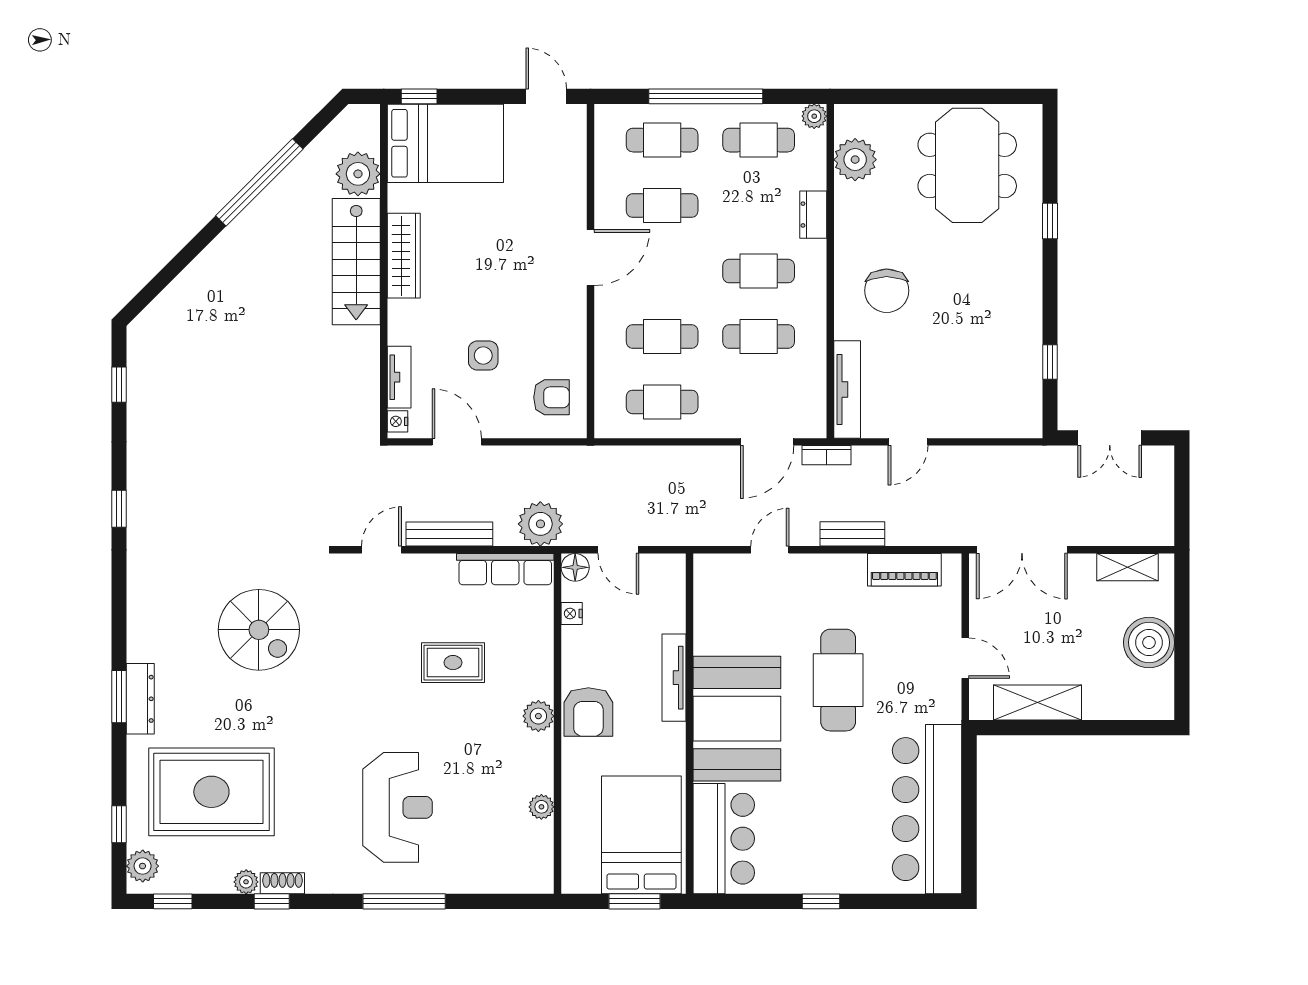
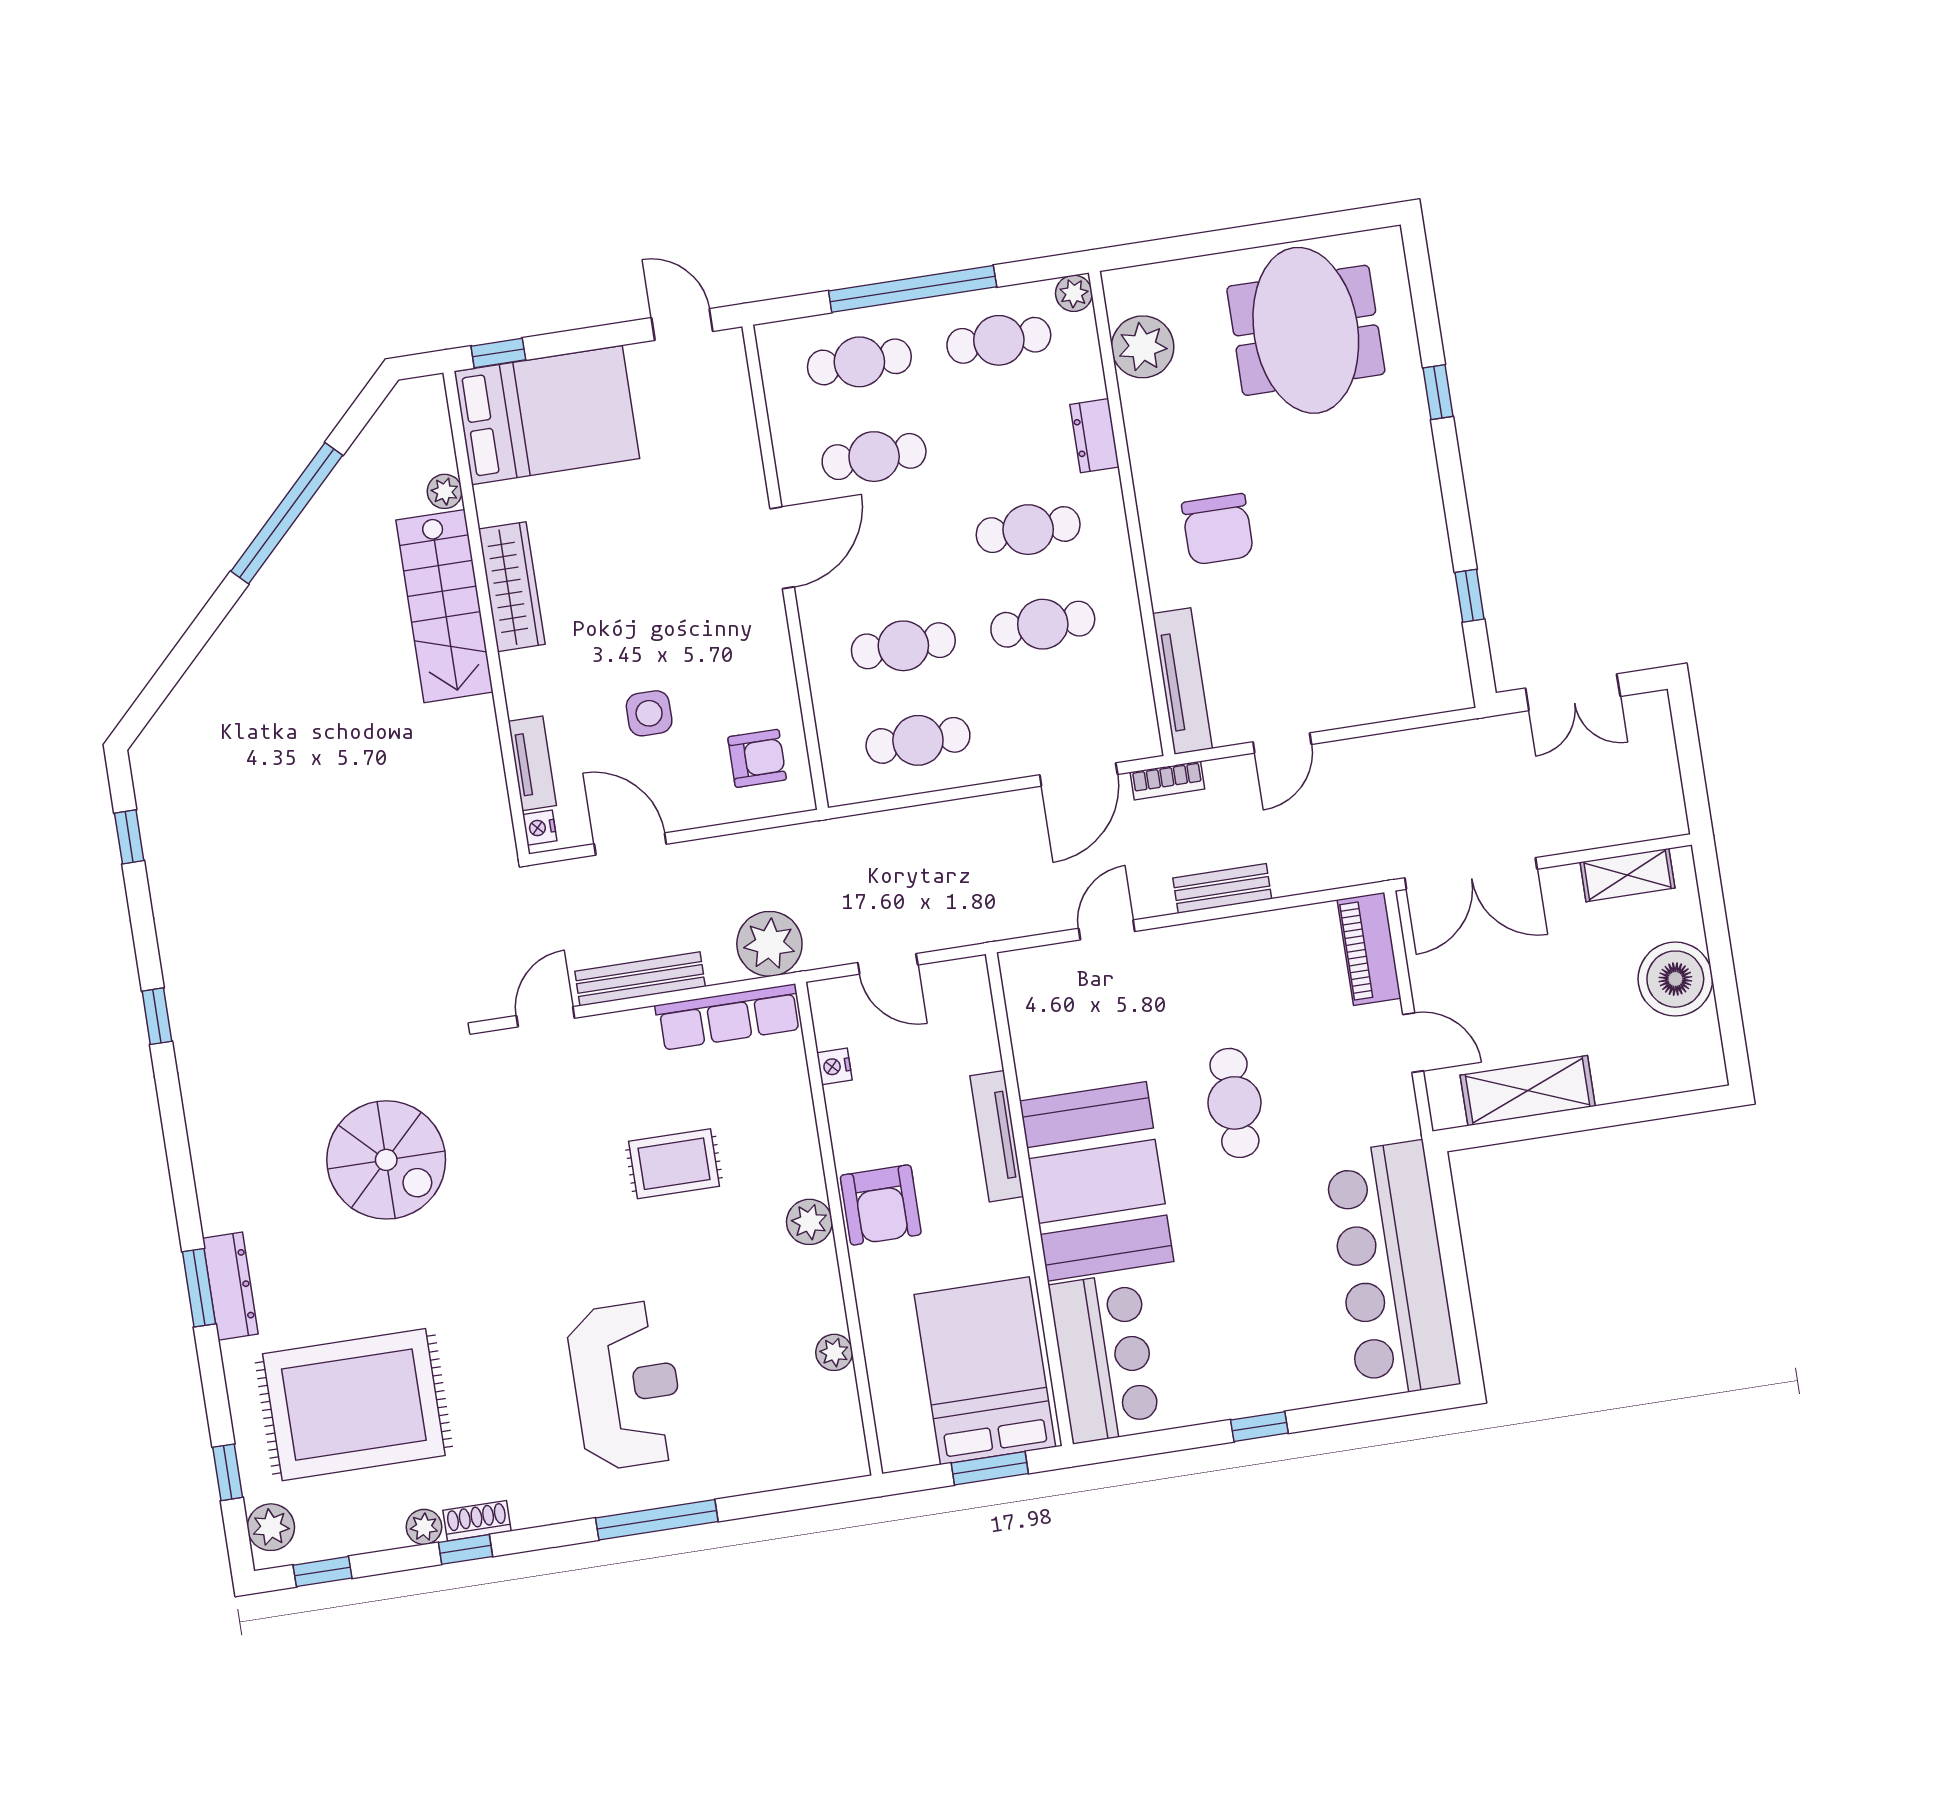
plant: (358, 174) -> (445, 491), width x0.53, depth x0.53
floor lamp: (575, 567) -> (829, 999), removed
piano: (904, 570) -> (1369, 949), moved, turned 90
cafe table: (838, 680) -> (1234, 1103), width x0.73, depth x0.74

